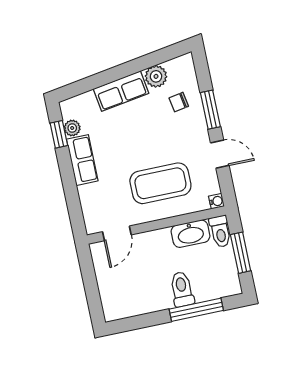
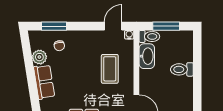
window: (210, 110) -> (54, 26), moved
door: (220, 154) -> (113, 26), moved
coffee table: (160, 183) -> (110, 69), width x0.73, depth x0.76
window: (196, 310) -> (197, 63), removed

